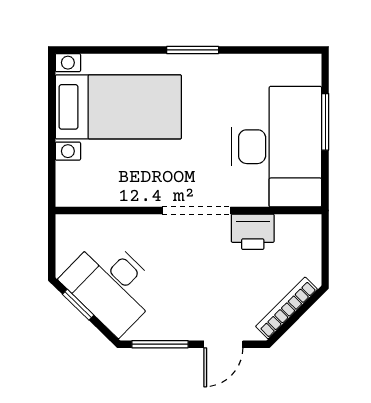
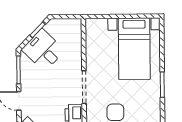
desk: (111, 285) -> (43, 50), width x0.73

